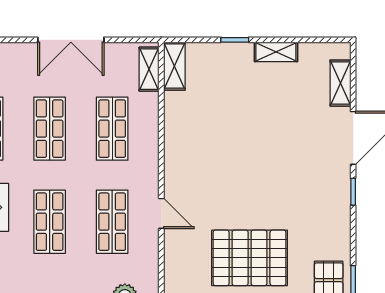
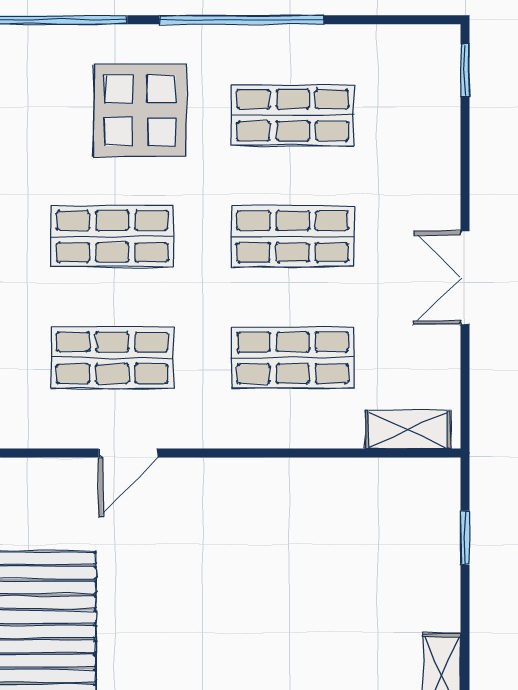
double door: (71, 40) -> (465, 278), width x0.73
window: (235, 40) -> (465, 538), moved
shelving: (174, 66) -> (414, 478), removed

